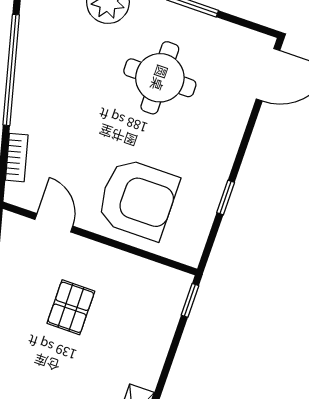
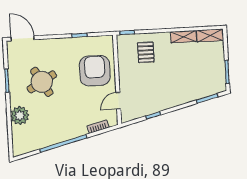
round table: (160, 78) -> (42, 82), turned -30
pallet: (71, 307) -> (146, 52), moved, turned 90

